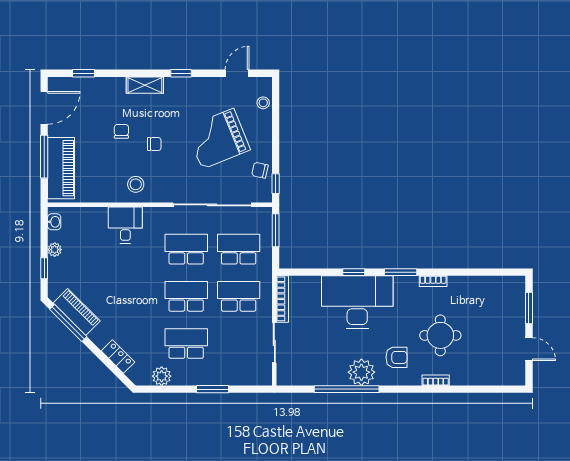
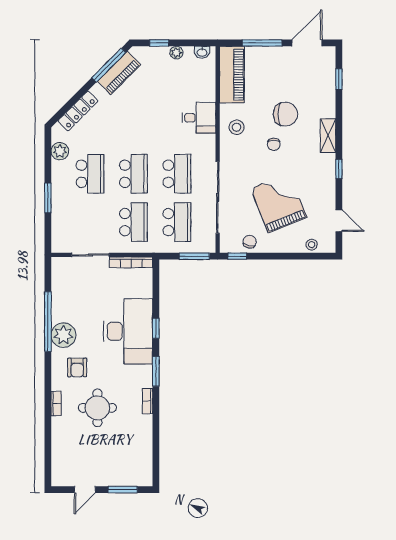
door: (44, 108) -> (307, 43), swing flipped
chair: (121, 131) -> (285, 114), width x1.87, depth x1.87
piano: (61, 168) -> (232, 75), moved, turned -90
locker: (118, 356) -> (78, 111), width x1.53

